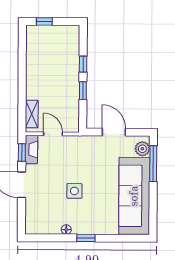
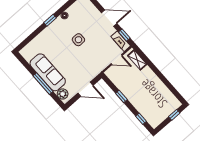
window: (83, 64) -> (141, 119), moved
window: (153, 164) -> (43, 84), moved
sofa: (134, 196) -> (48, 72), width x0.74, depth x0.79

